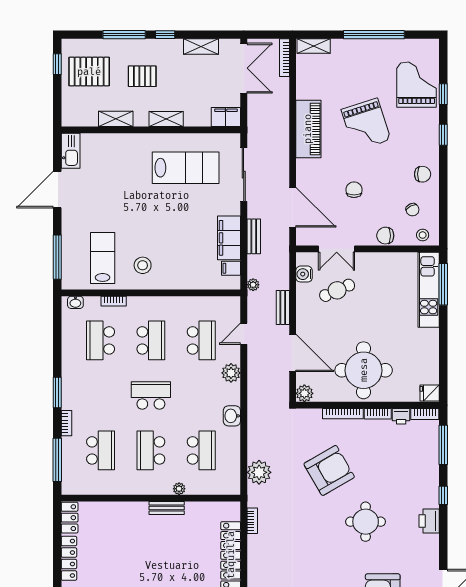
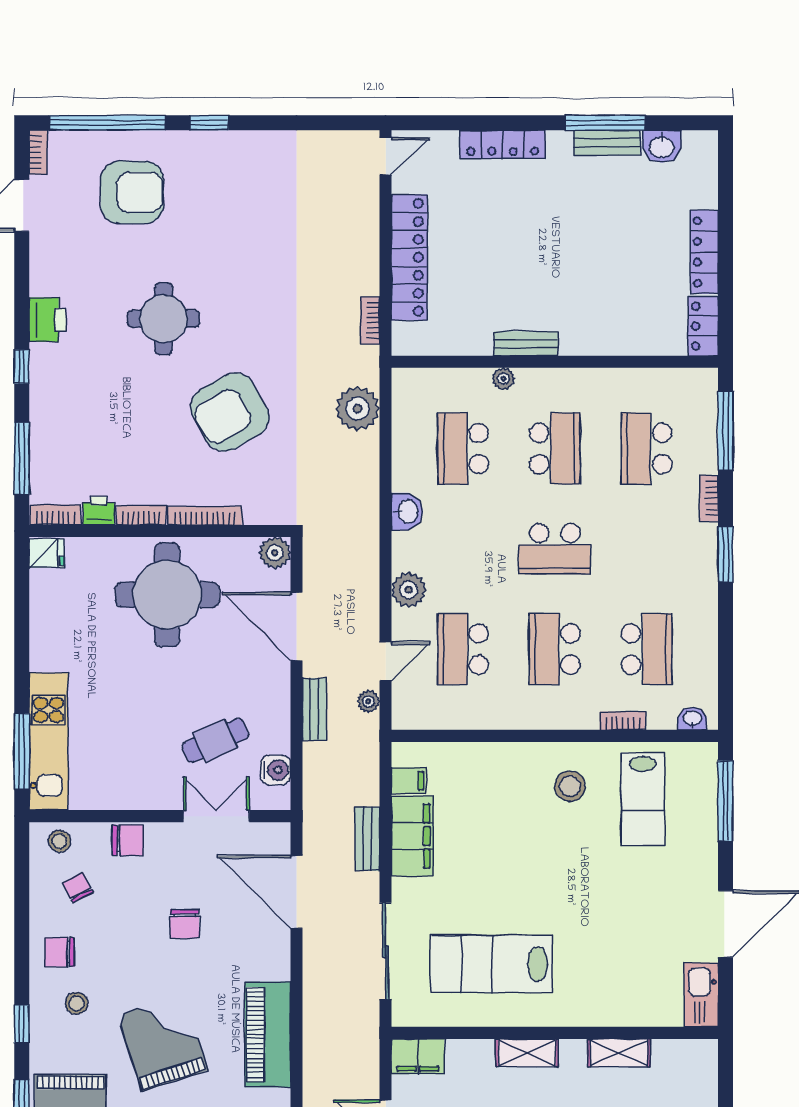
stool: (413, 146) -> (77, 1003), added
plant: (253, 285) -> (368, 701), moved

